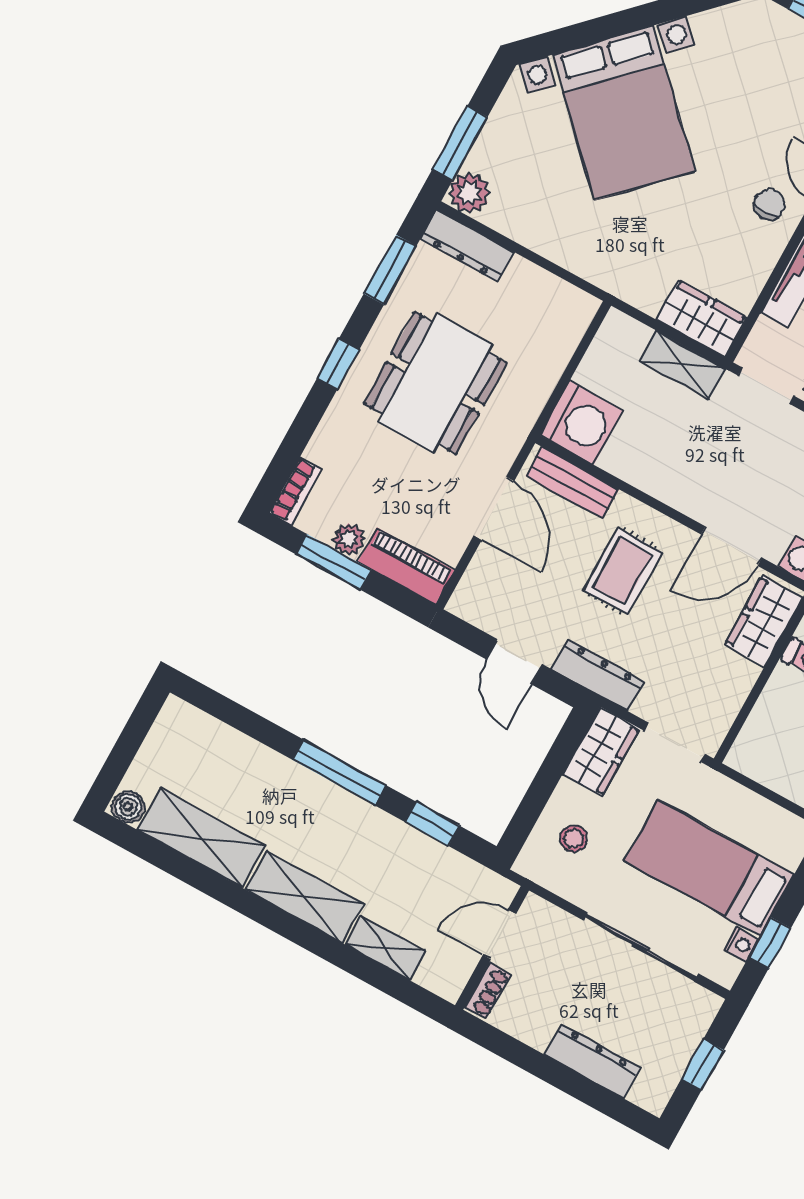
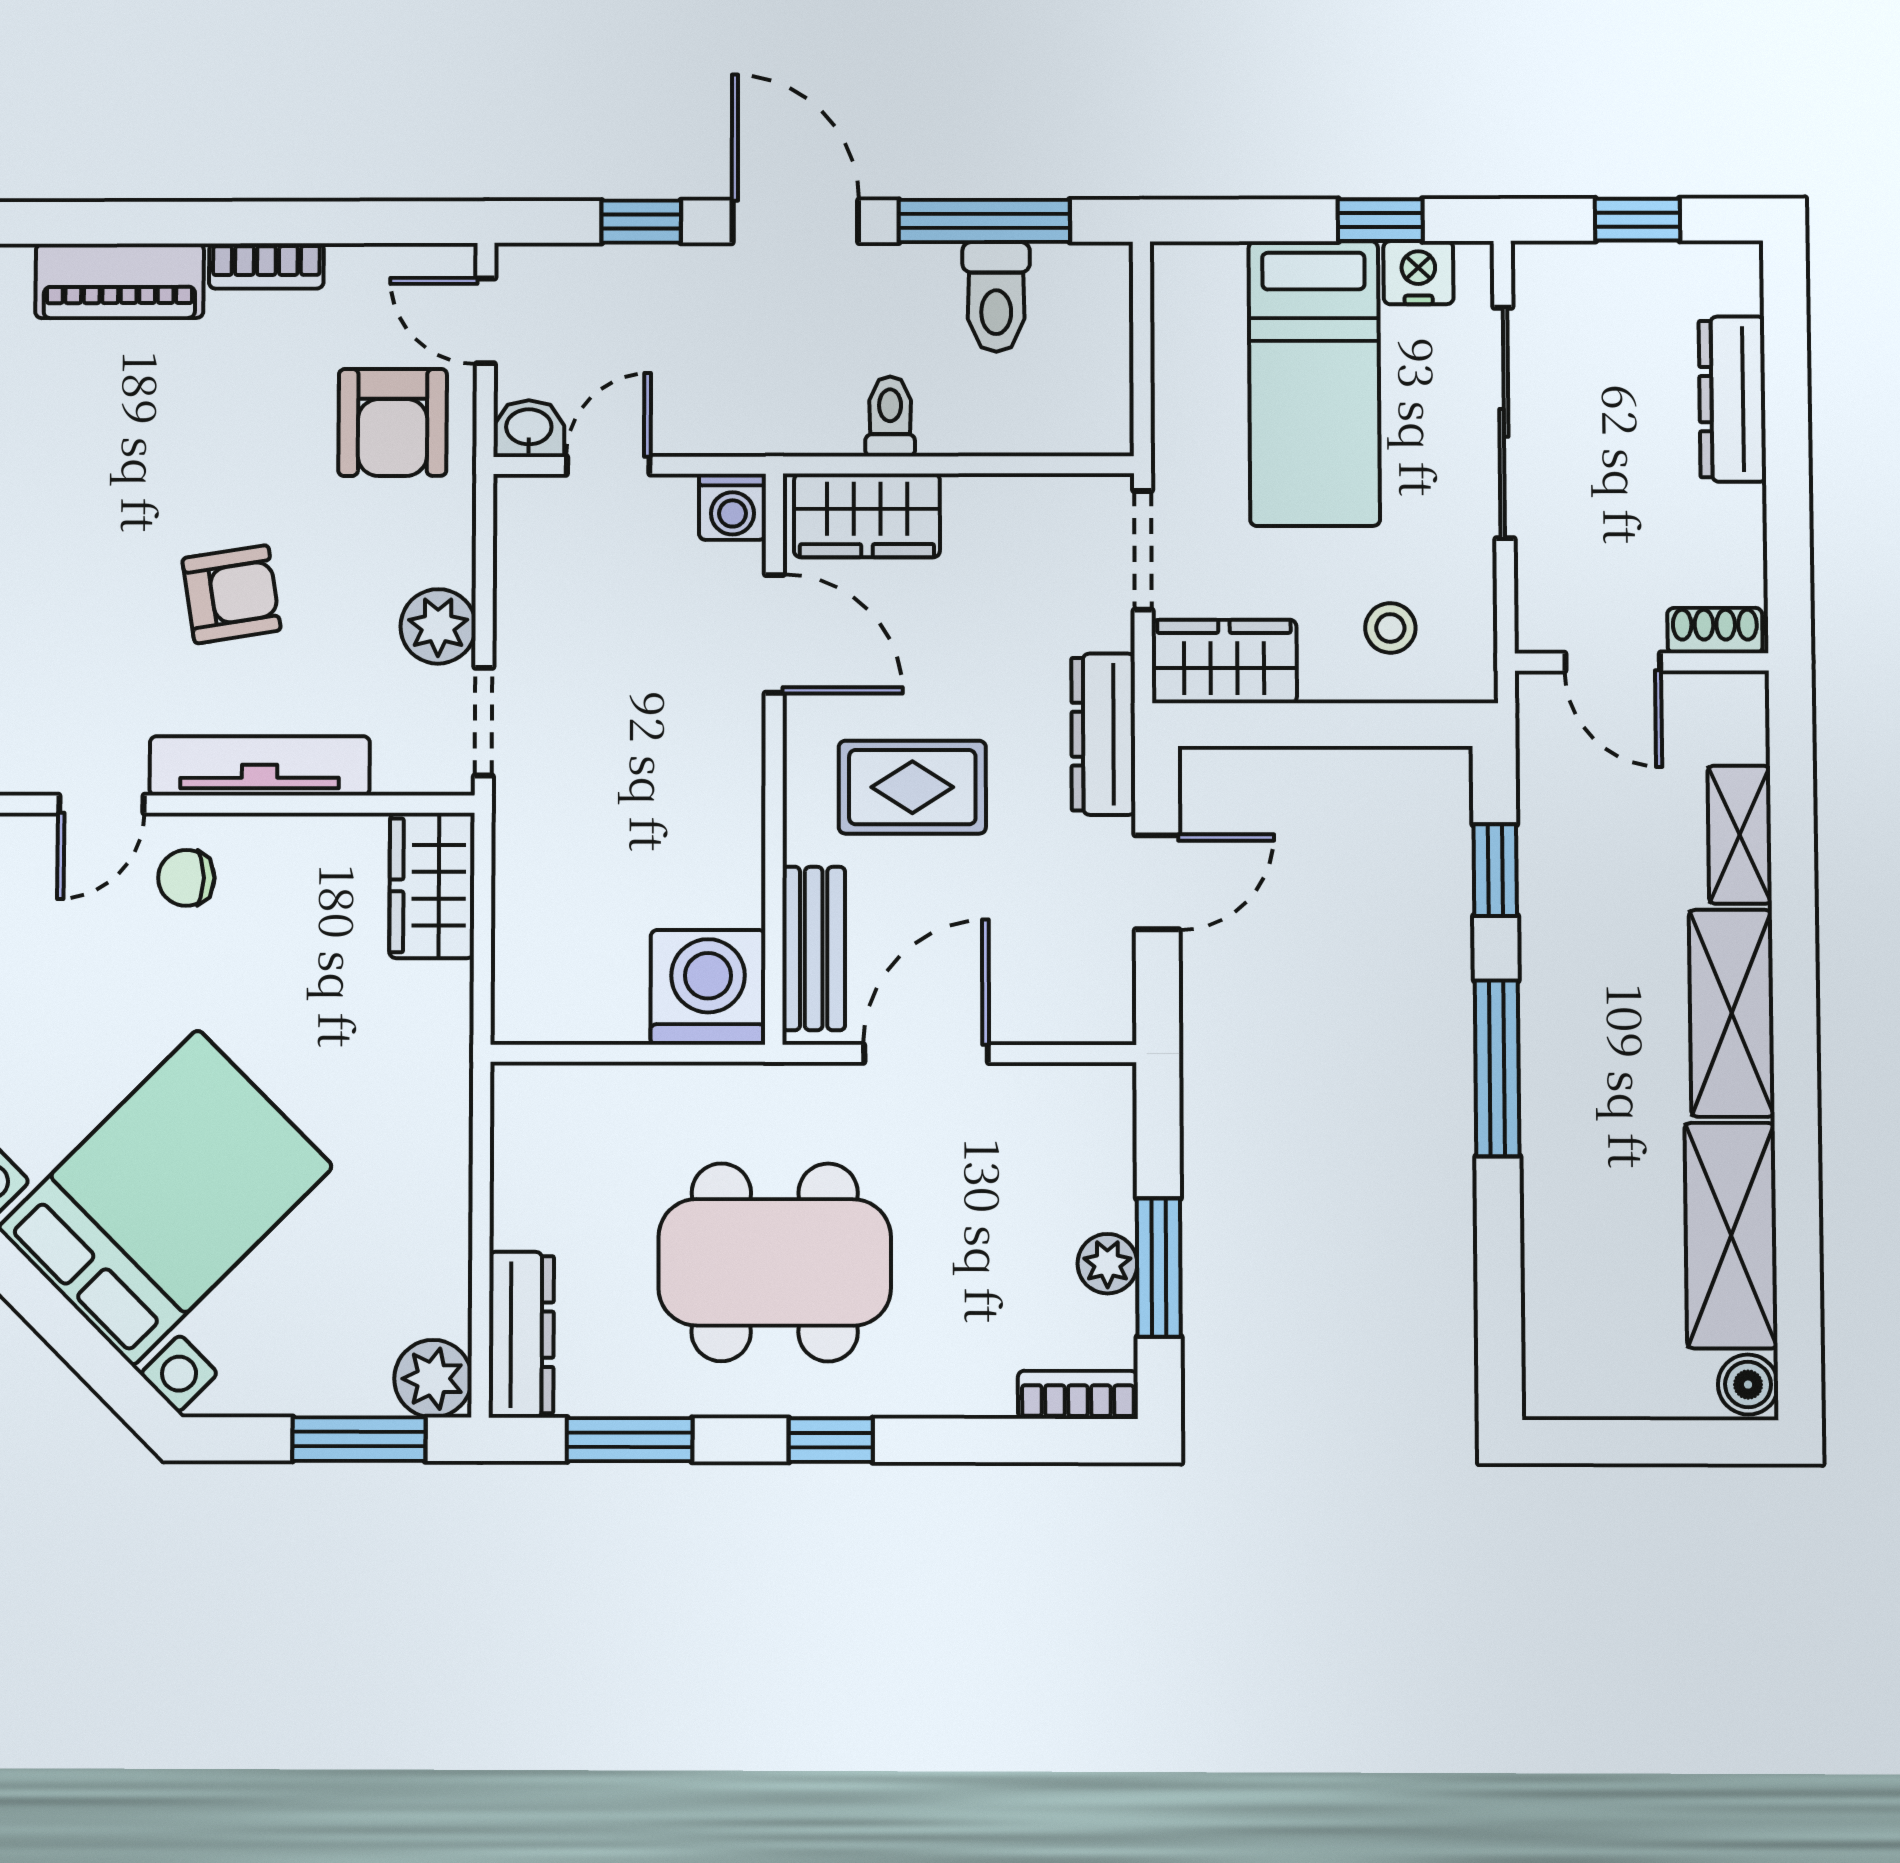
shelving: (683, 365) -> (524, 874), removed
piano: (406, 566) -> (1100, 1145), removed
nightstand: (741, 944) -> (1418, 273), width x1.39, depth x1.35

